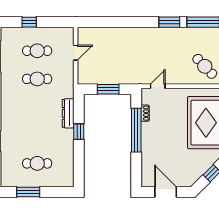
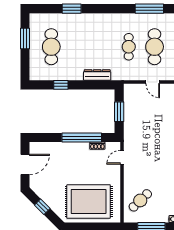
cafe table: (37, 51) -> (155, 47), width x1.37, depth x1.35
door: (158, 86) -> (122, 157), swing flipped
window: (79, 132) -> (61, 85), moved
cafe table: (37, 163) -> (51, 47), width x1.37, depth x1.35

